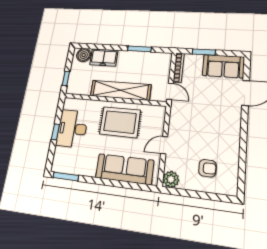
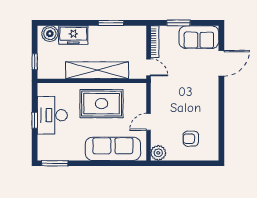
armchair: (207, 168) -> (191, 139), turned 180

